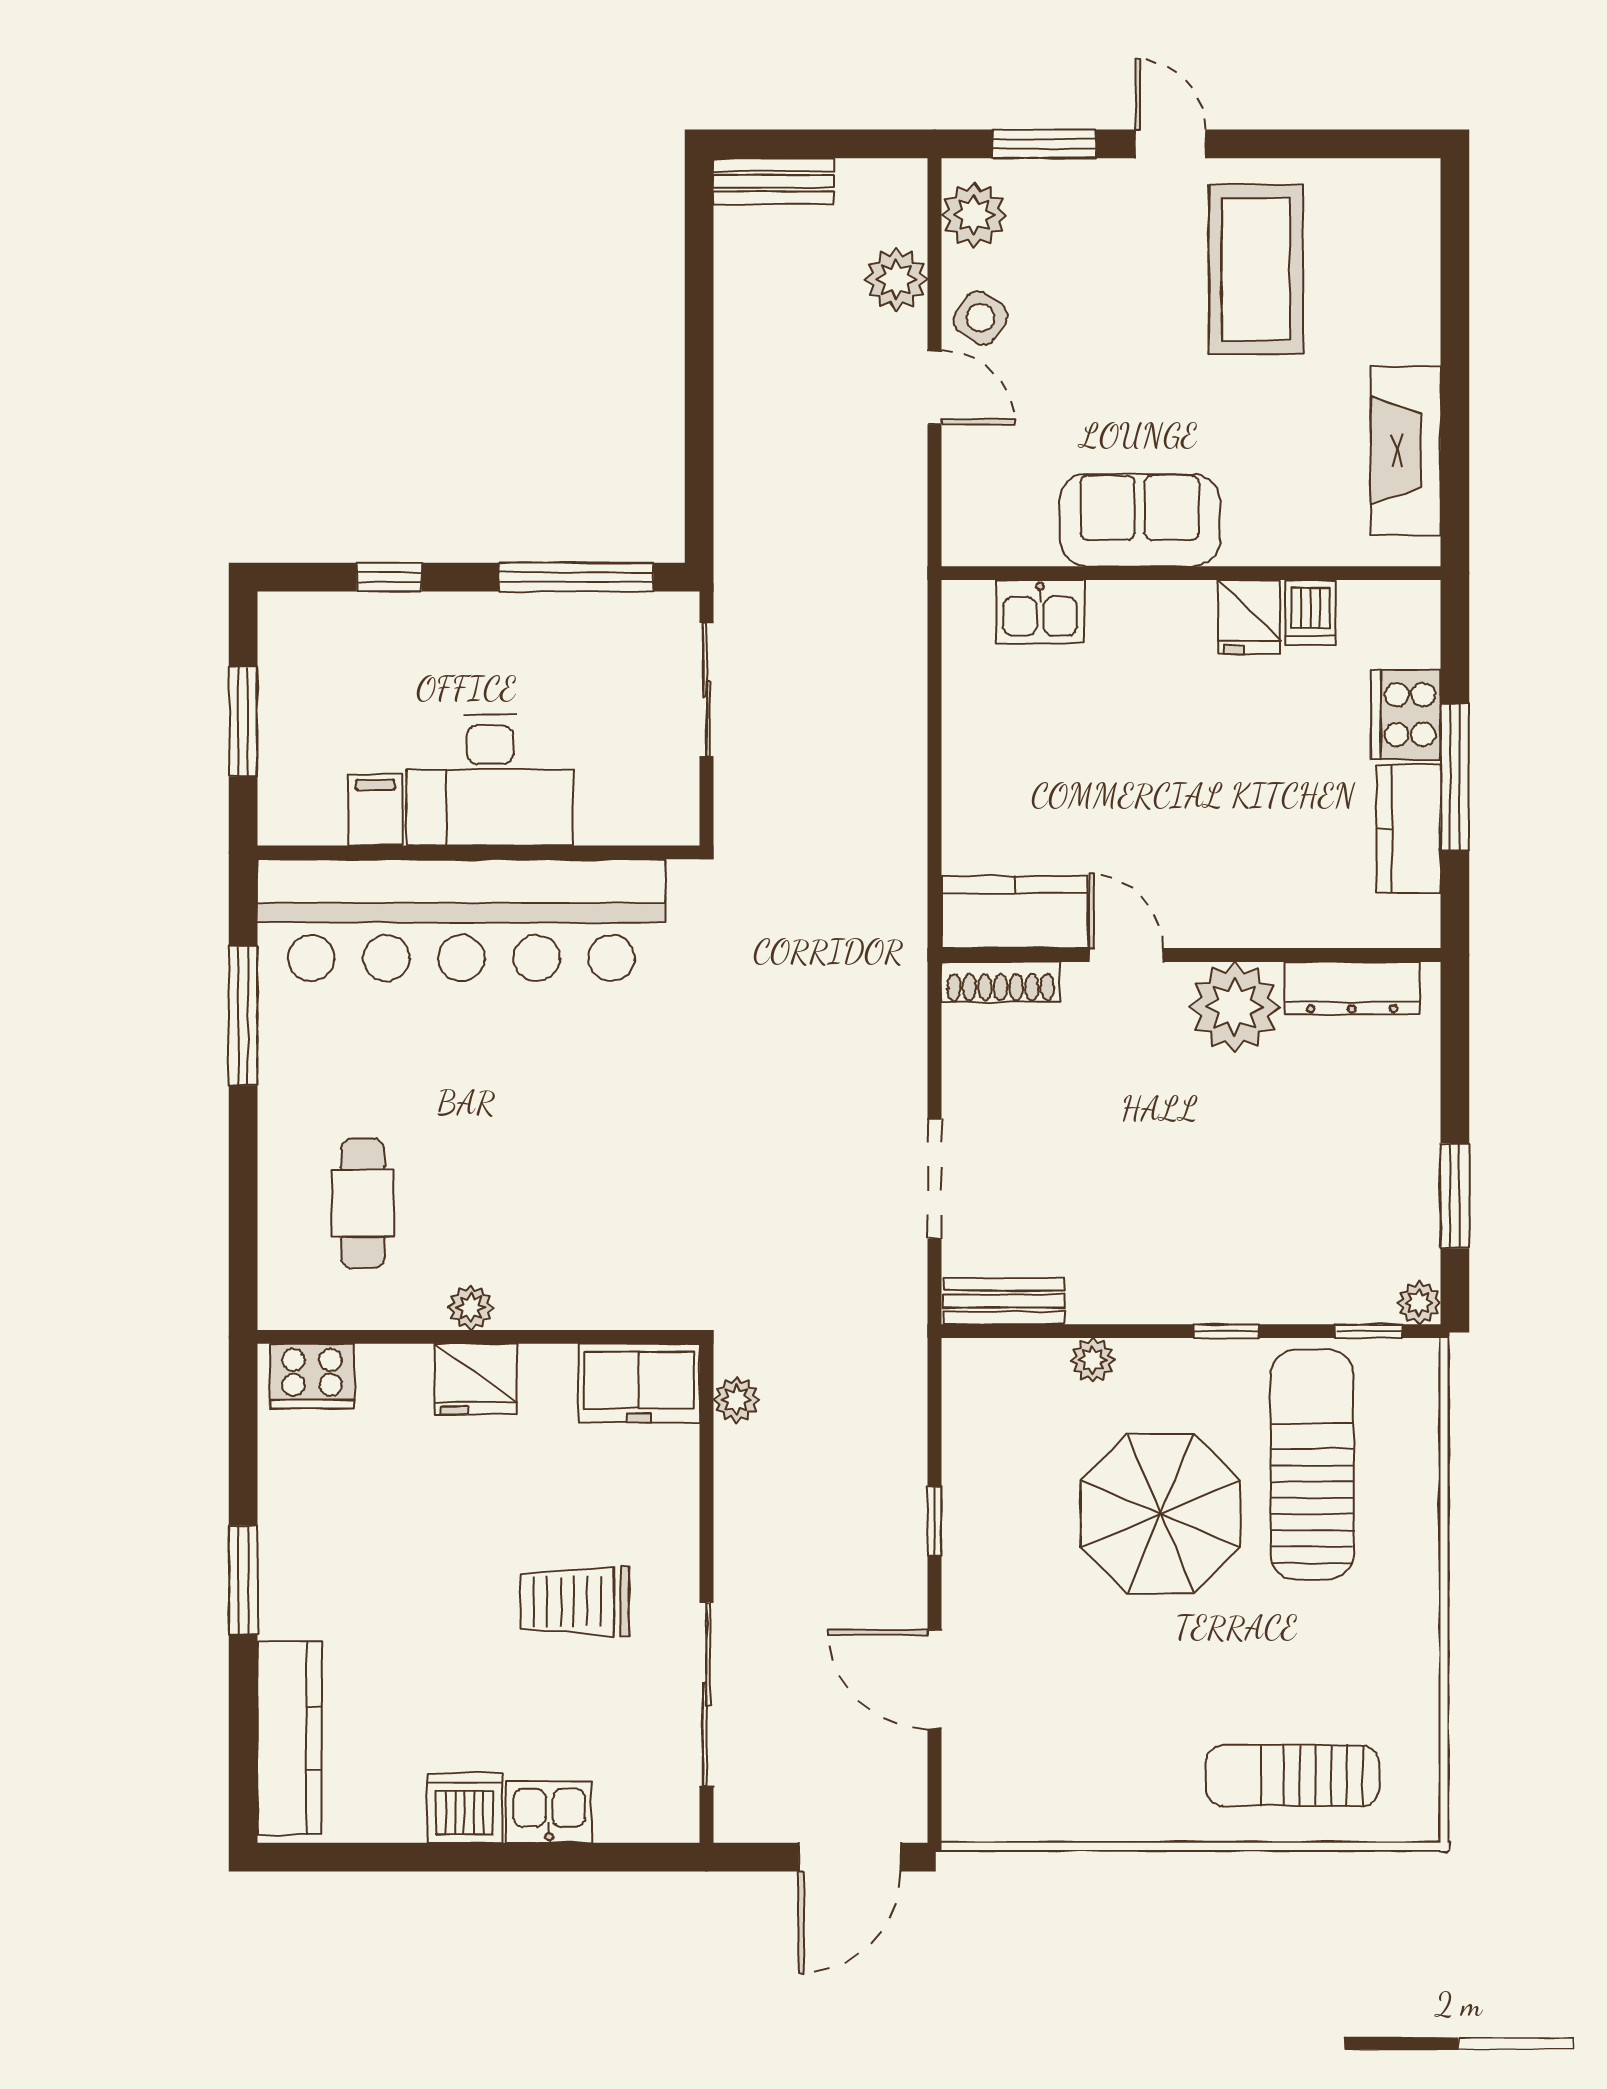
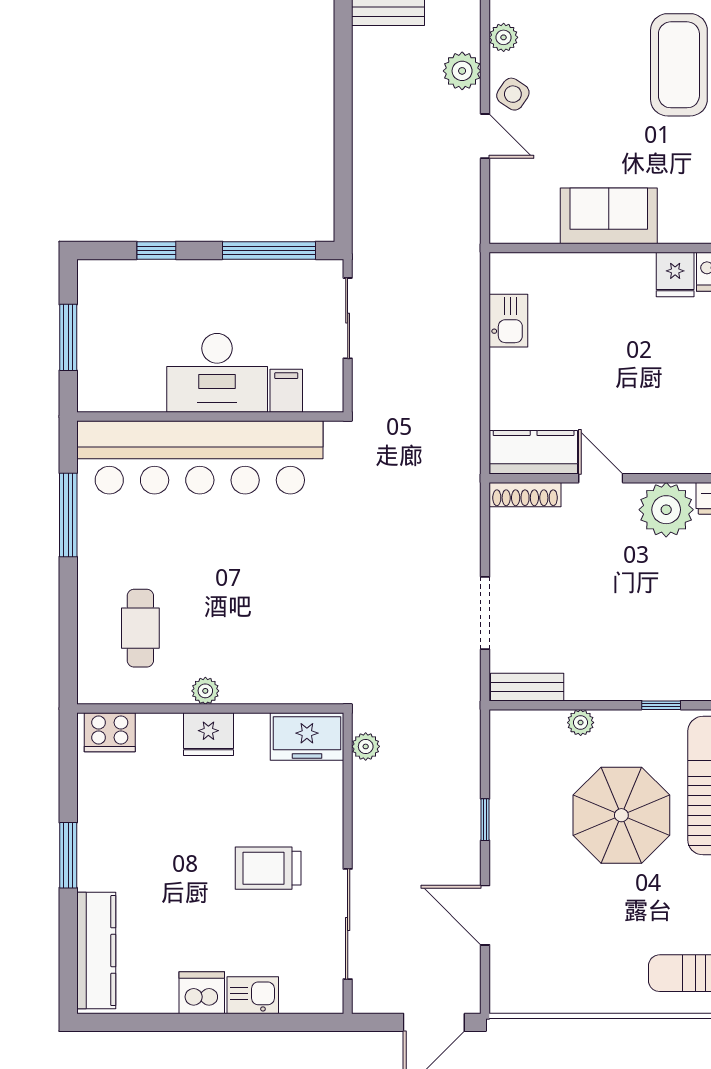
plant: (974, 215) -> (504, 37), width x0.73, depth x0.73
kitchen sink: (1040, 612) -> (508, 321), moved, turned -90
filing cabinet: (375, 810) -> (286, 391), moved

